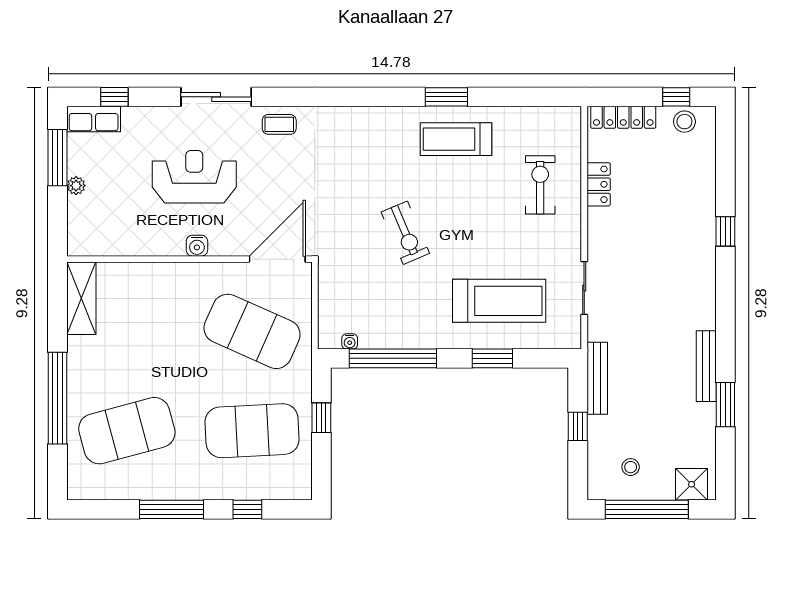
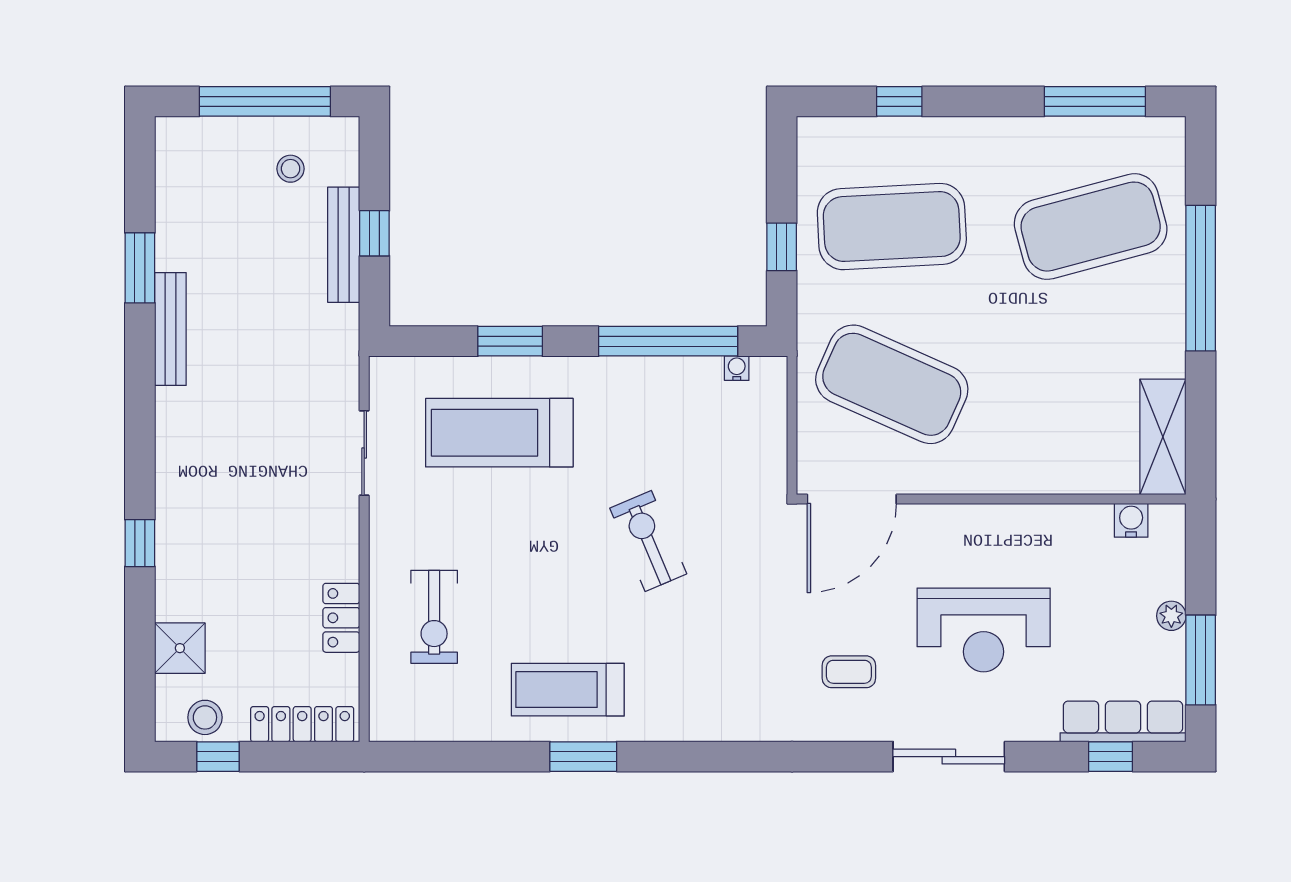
row of seats: (94, 119) -> (1123, 721), width x1.48
coffee table: (279, 124) -> (849, 672), moved
treadmill: (456, 139) -> (568, 690), turned 180
water cooler: (197, 246) -> (1131, 520), moved
bench: (597, 378) -> (344, 245), moved
shower: (692, 484) -> (180, 648), moved
window: (171, 509) -> (1095, 101), moved

